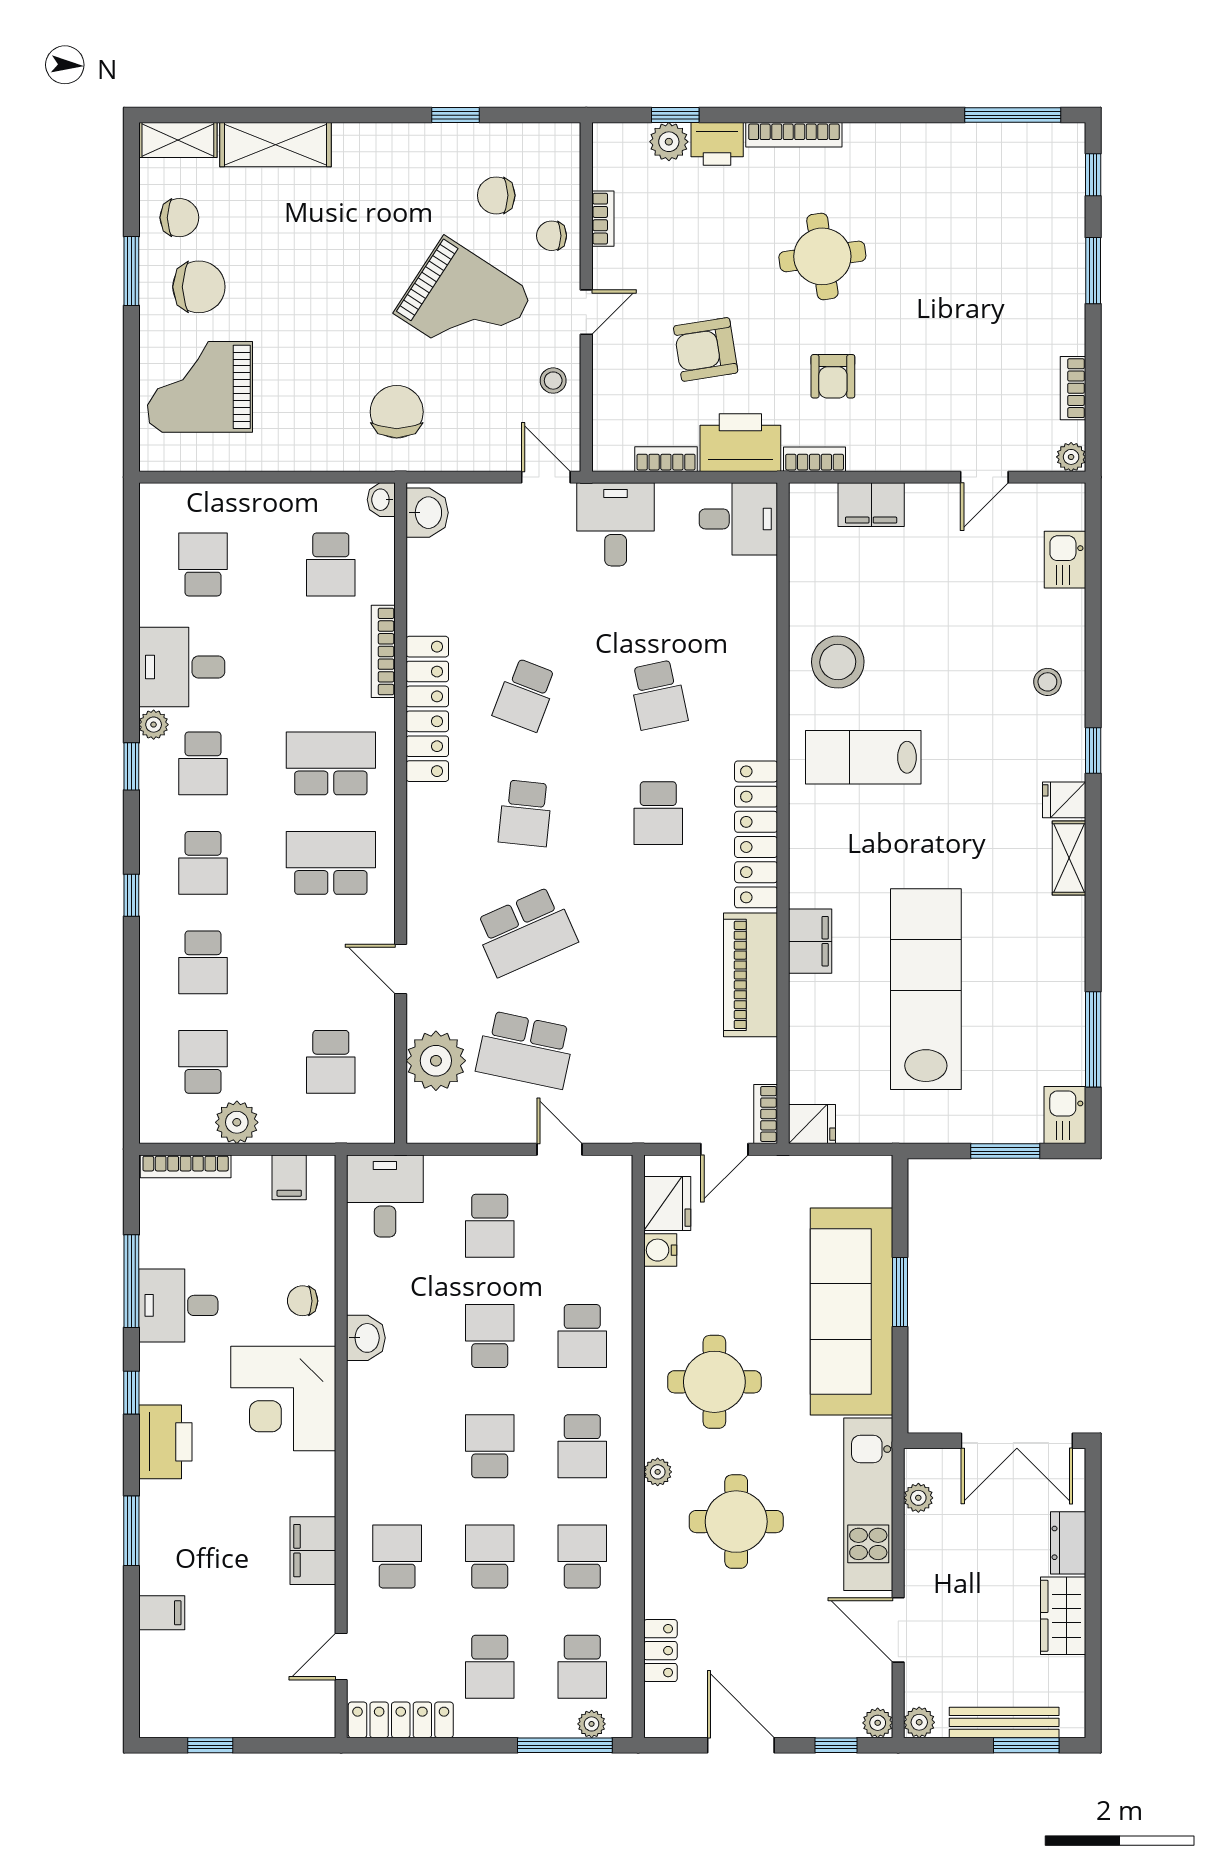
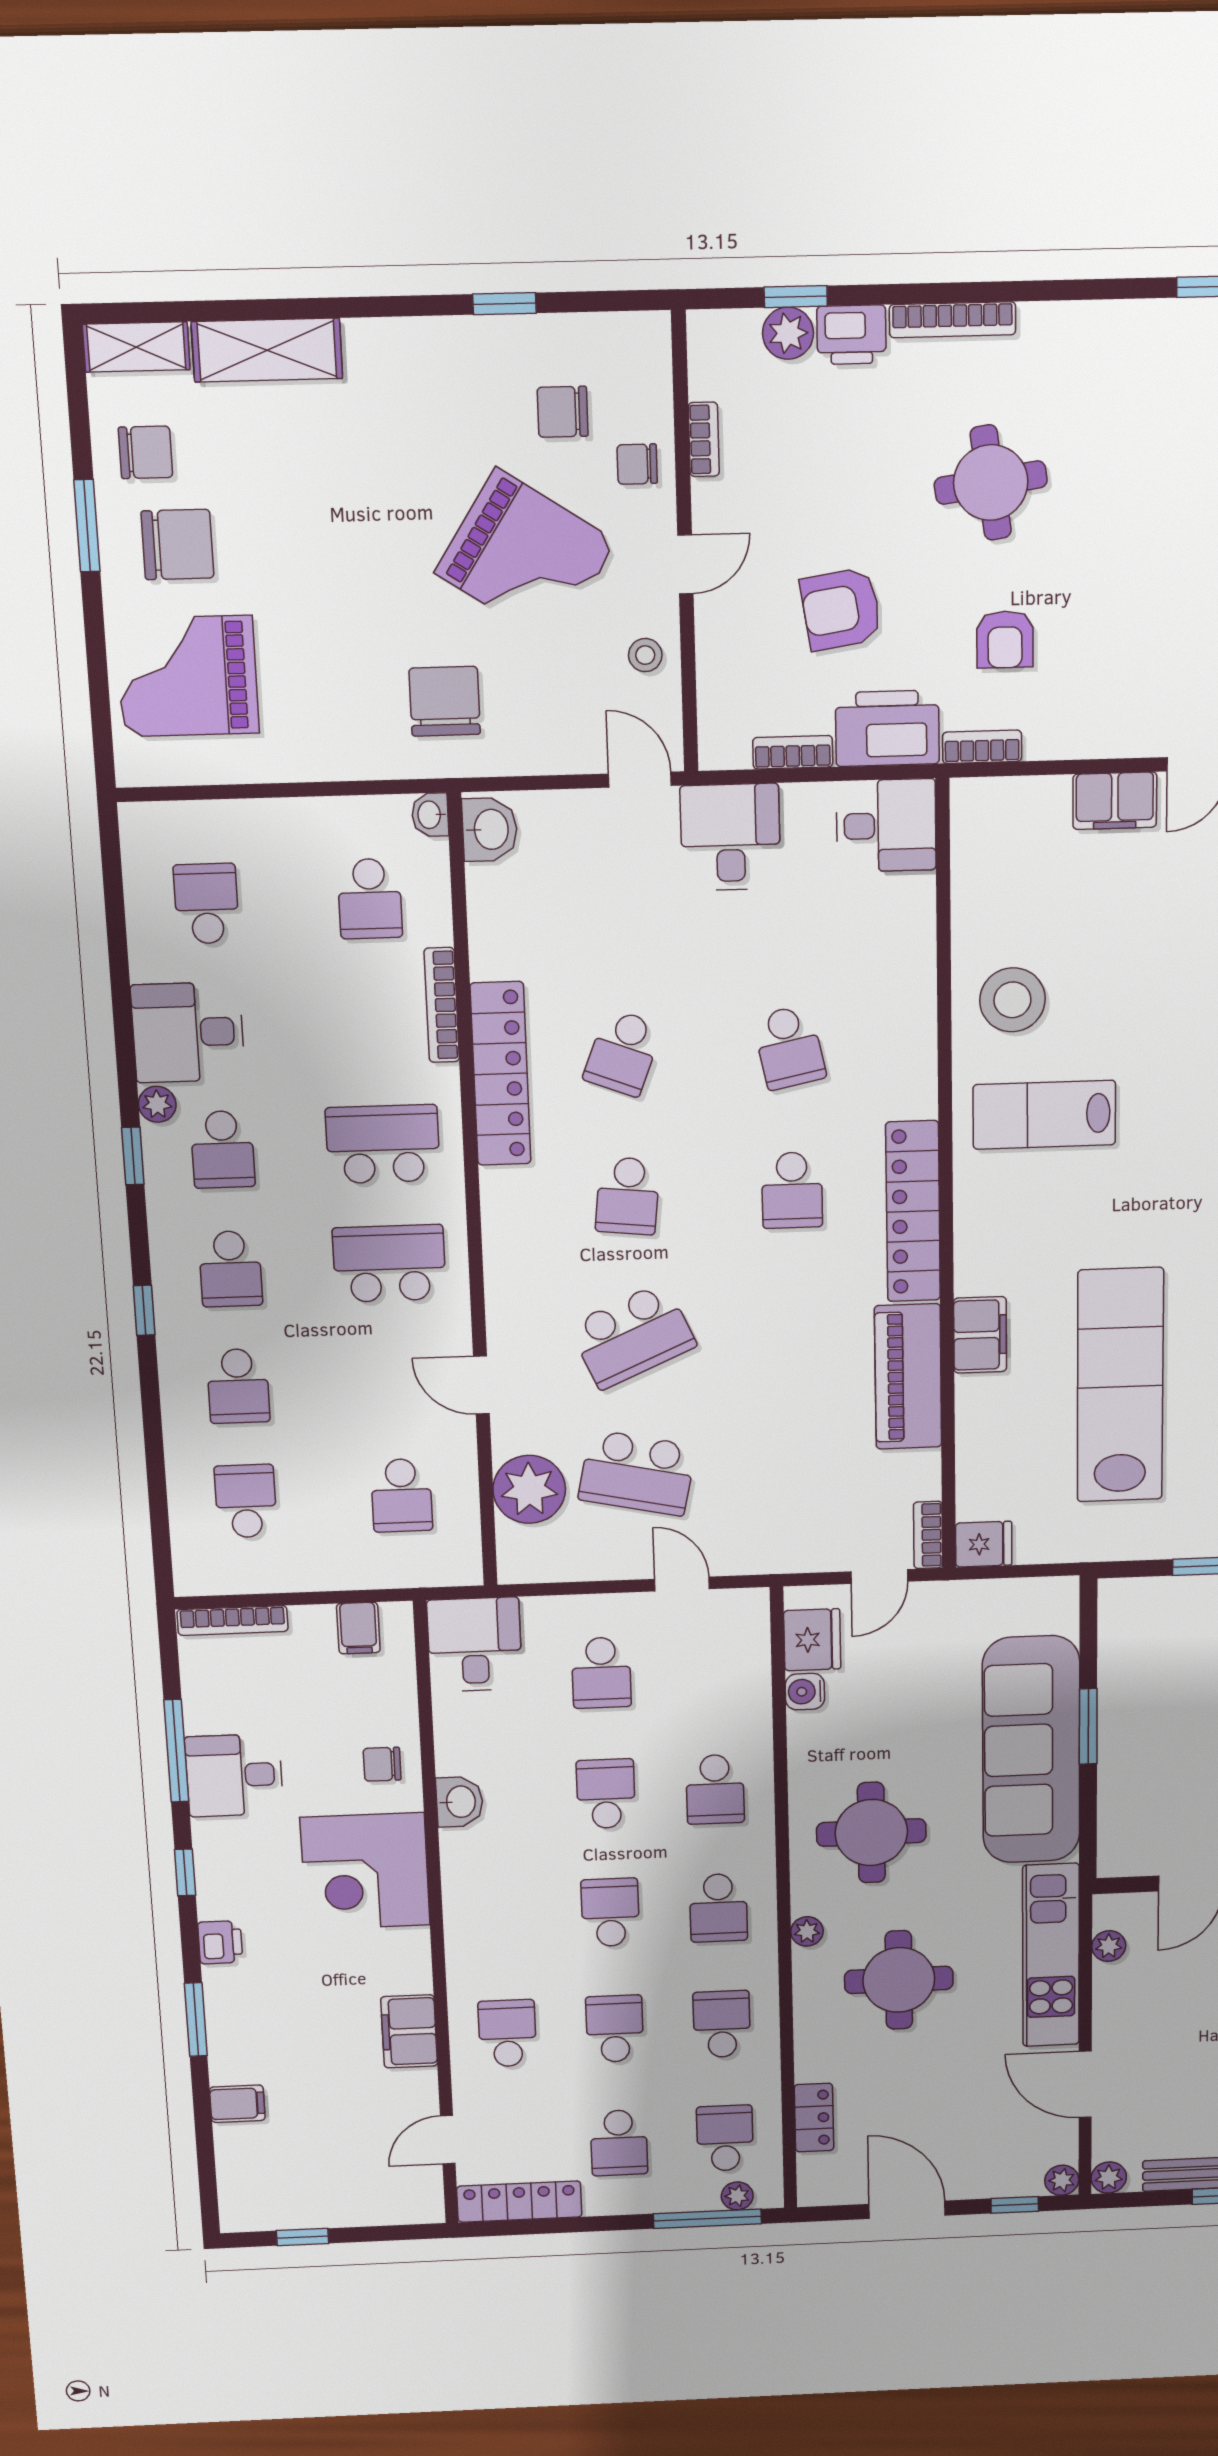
filing cabinet: (871, 505) -> (1115, 801), moved
plant: (237, 1122) -> (291, 1568), removed
printer: (165, 1442) -> (220, 1942), width x0.53, depth x0.68
school desk: (582, 1667) -> (725, 2138), turned 180

